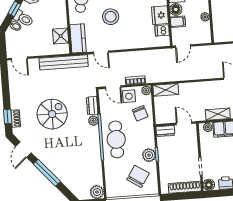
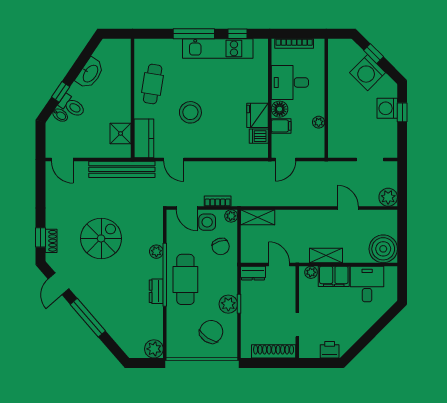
dresser: (92, 106) -> (156, 291), moved
floor lamp: (209, 185) -> (307, 350), removed

